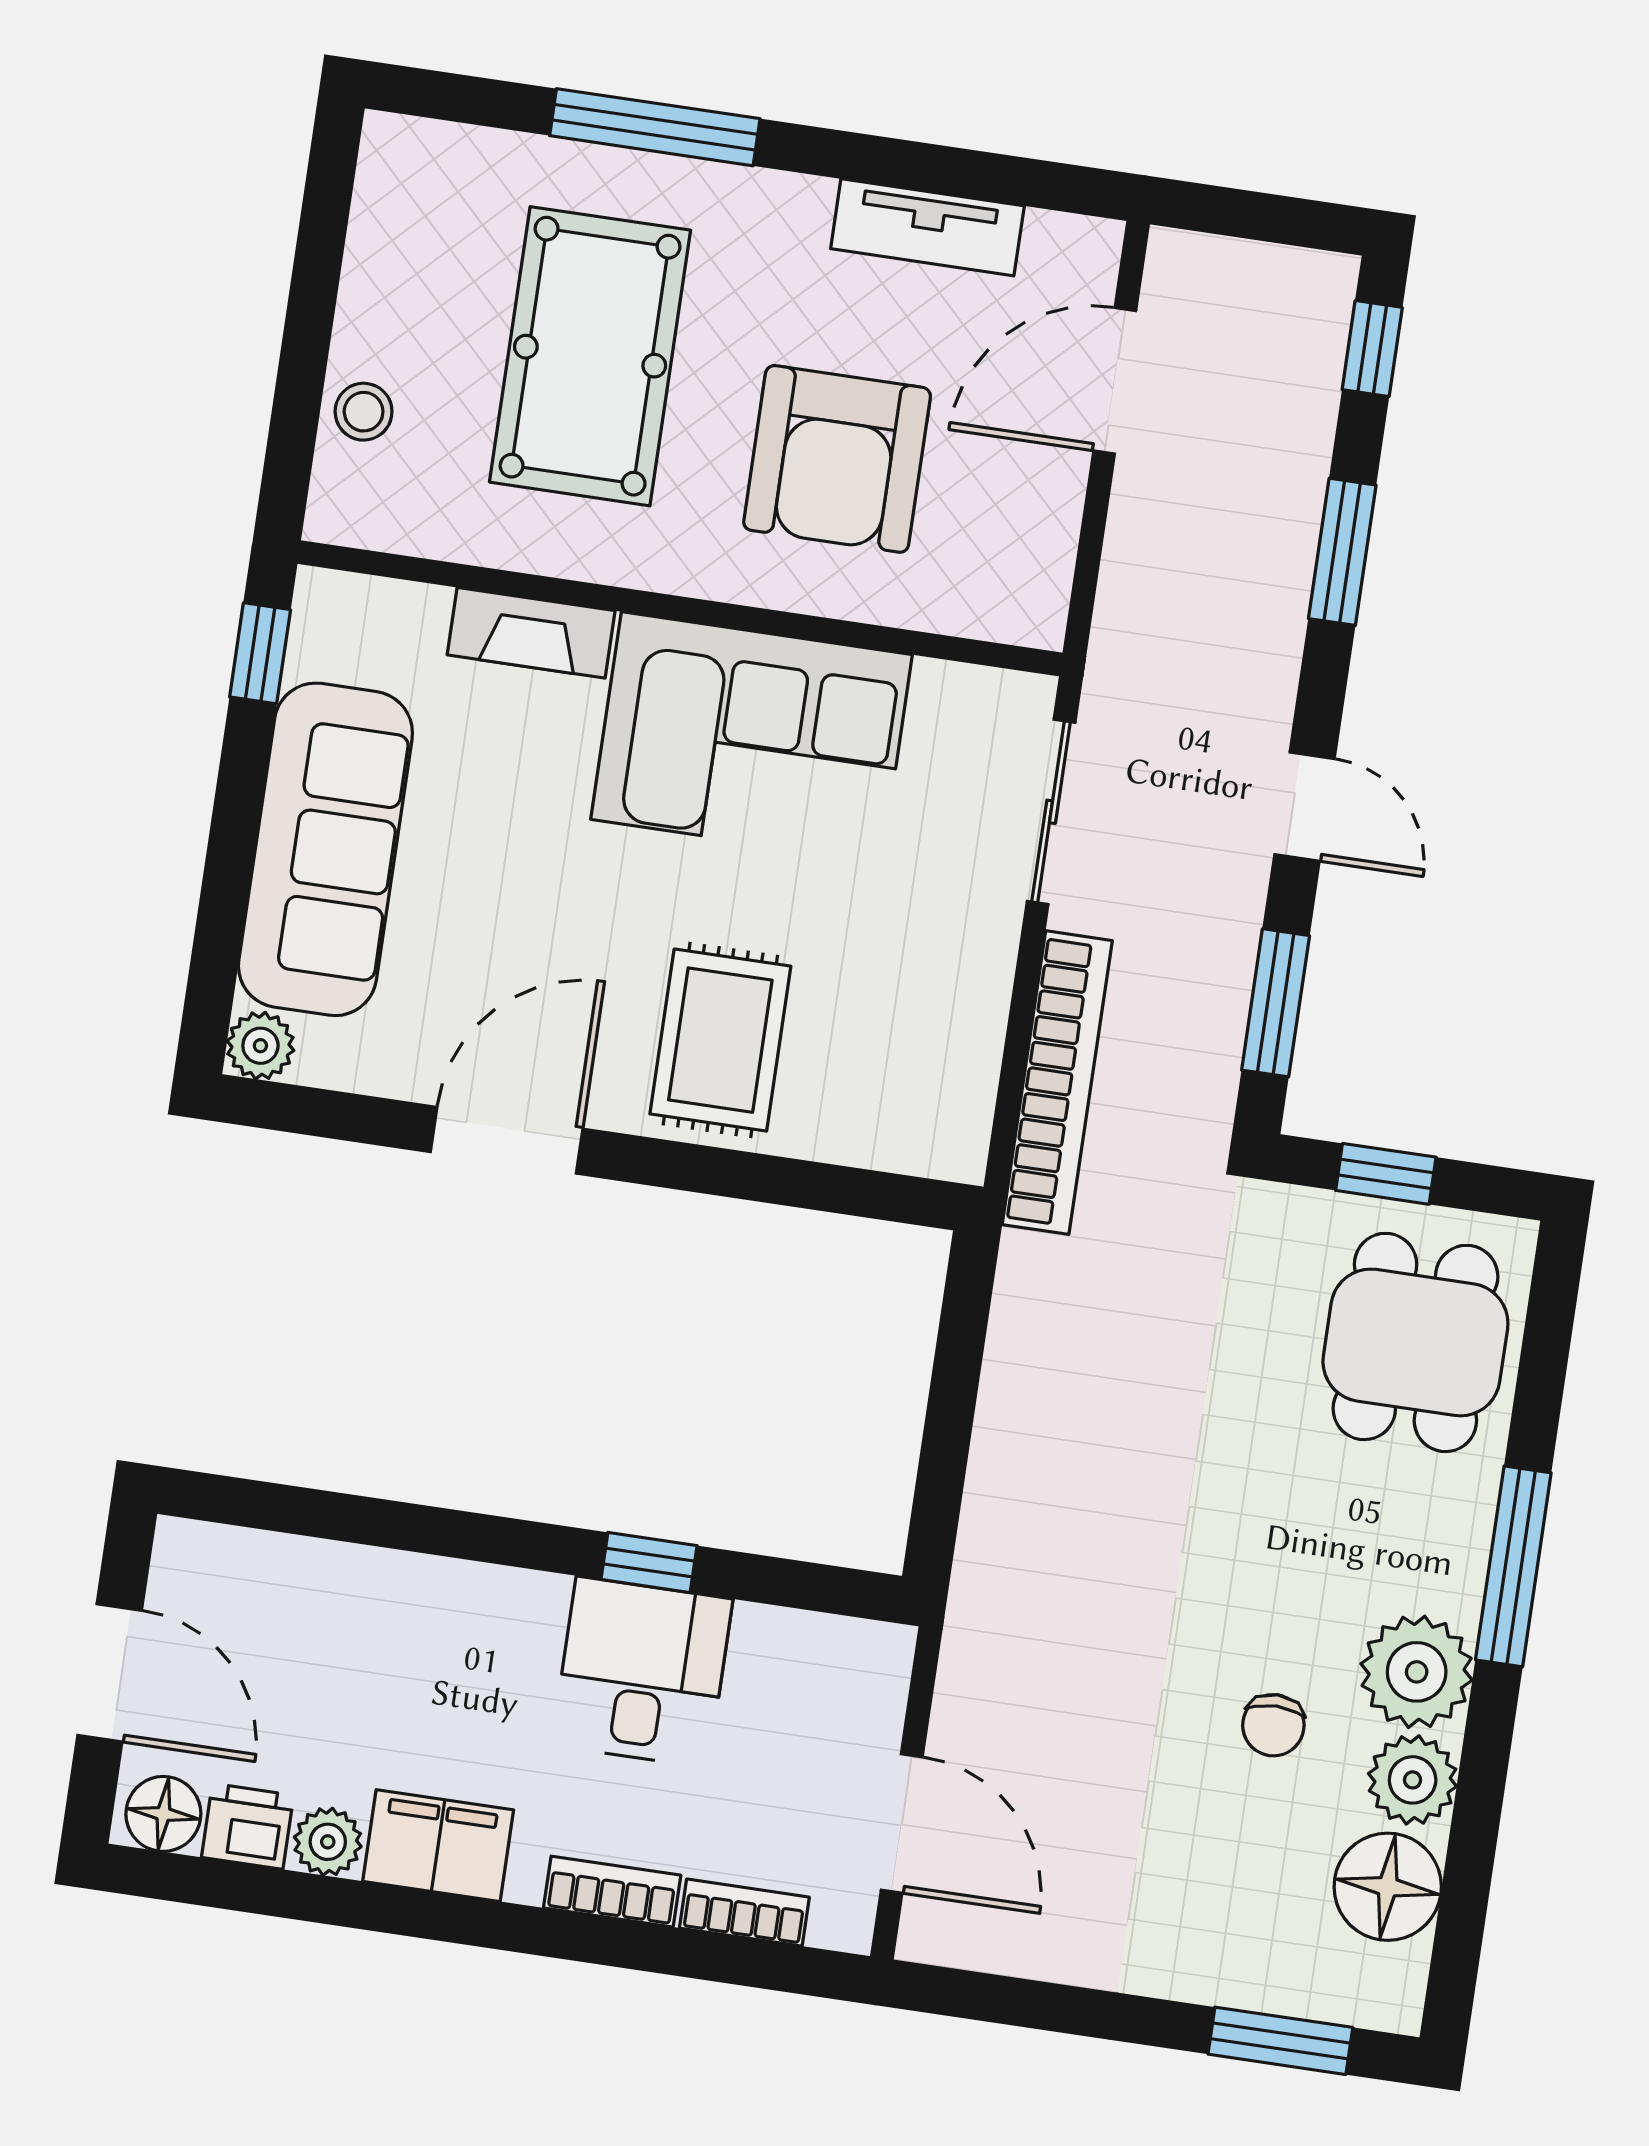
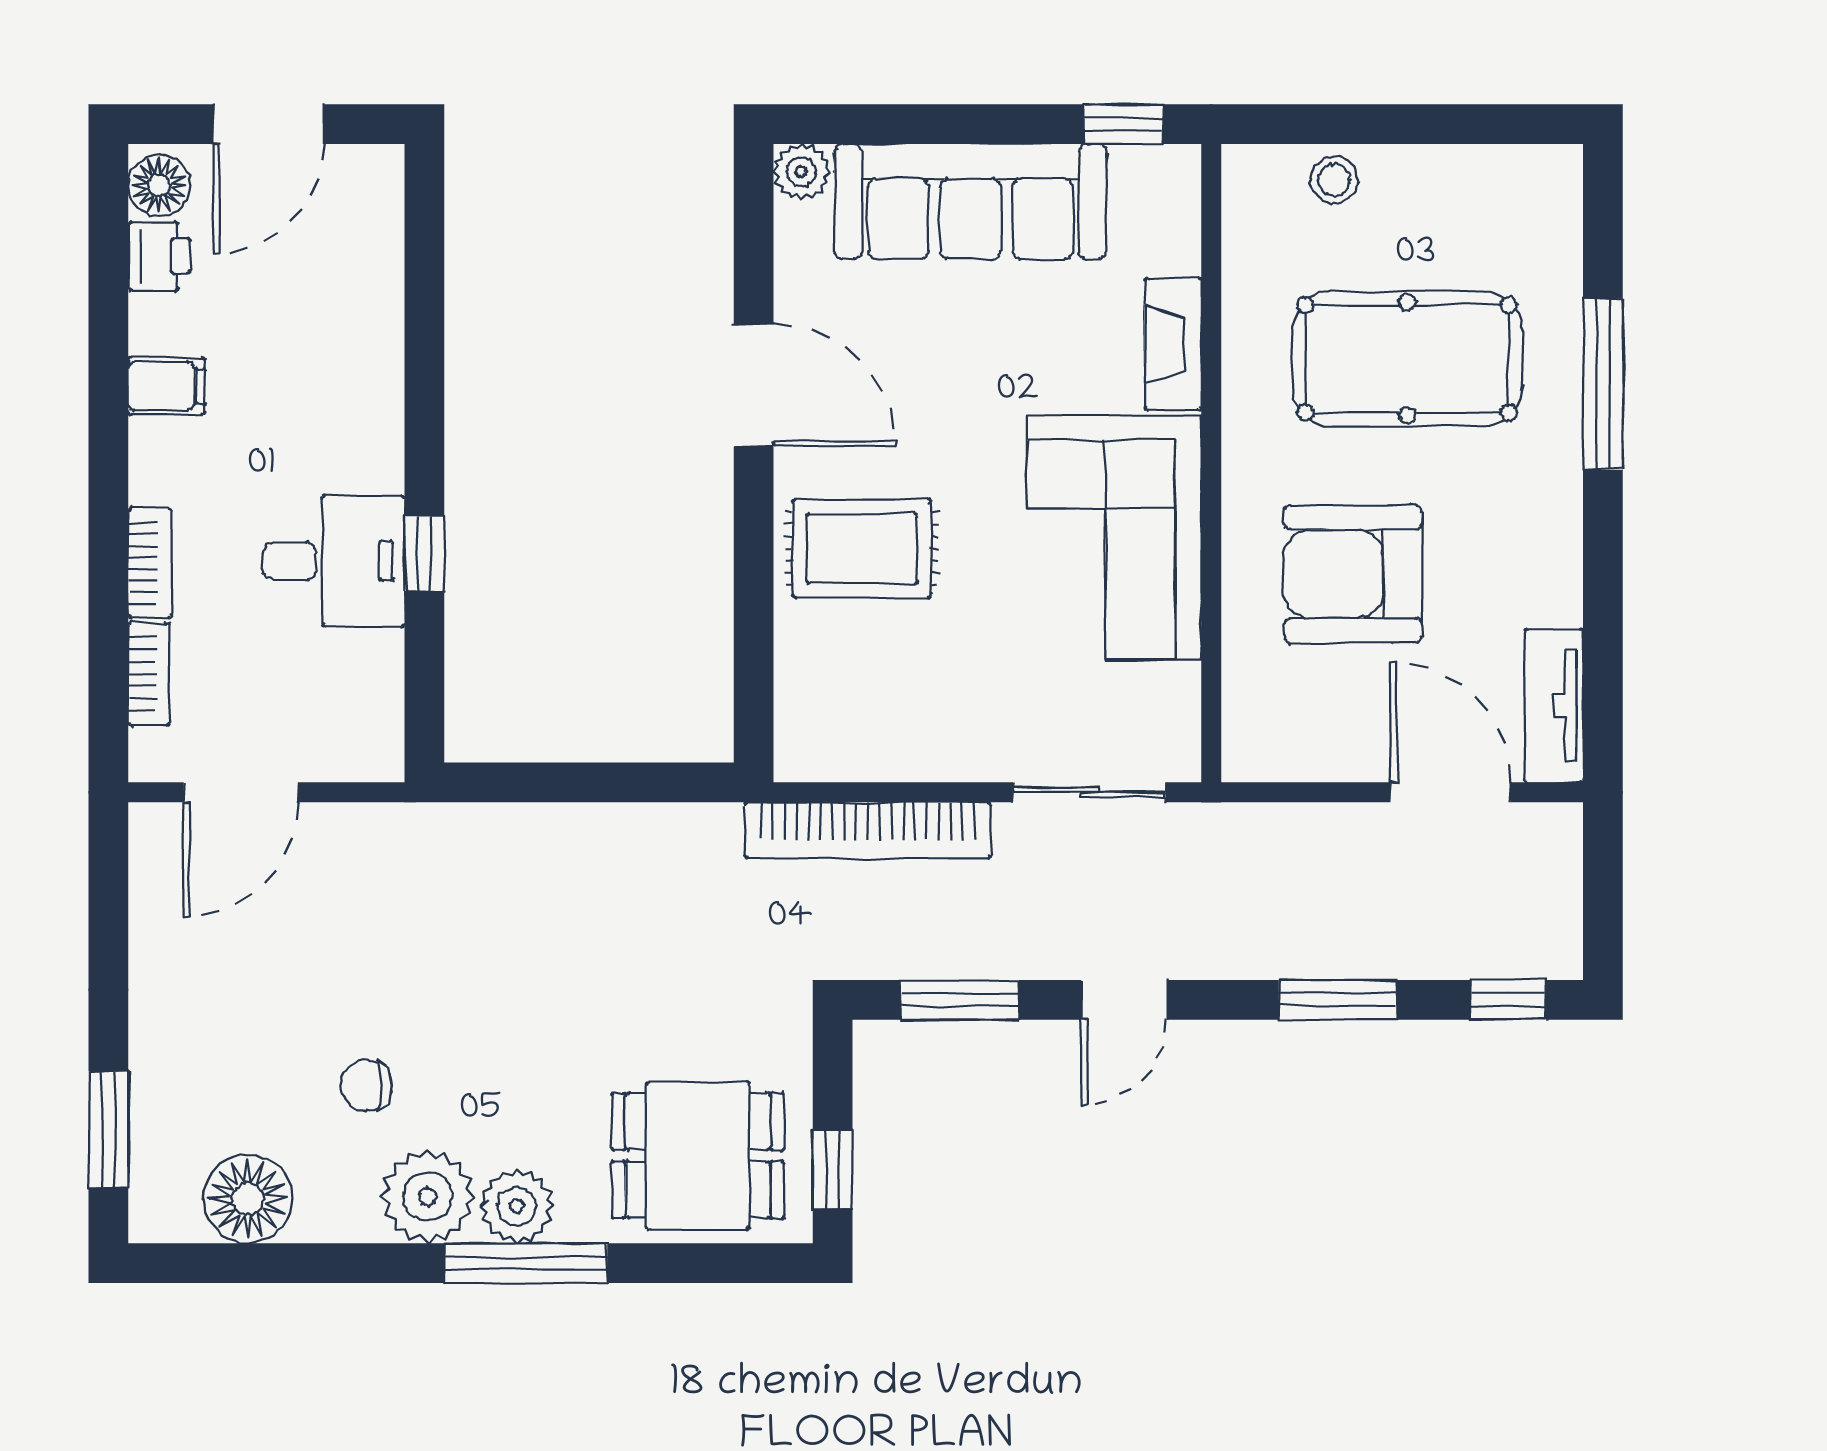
tv unit: (927, 227) -> (1554, 706), moved
window: (1386, 1174) -> (833, 1169), moved
plant: (1413, 1780) -> (517, 1206), moved
plant: (328, 1842) -> (156, 324), removed
filing cabinet: (438, 1846) -> (167, 386), width x0.50

